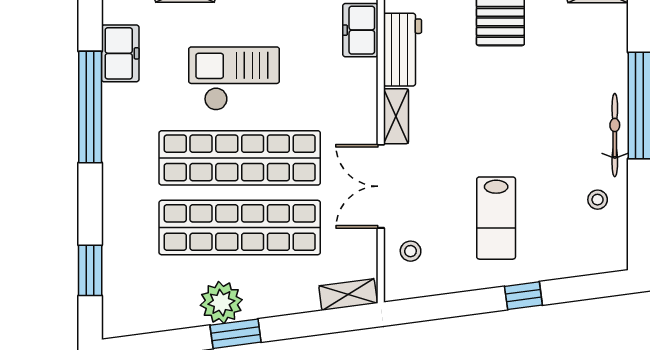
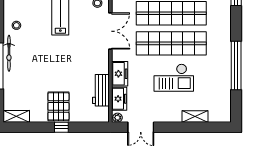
freezer: (120, 53) -> (120, 74), moved, turned 180
shelving: (396, 116) -> (104, 61), removed

